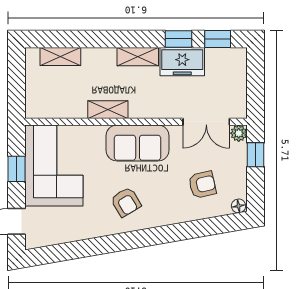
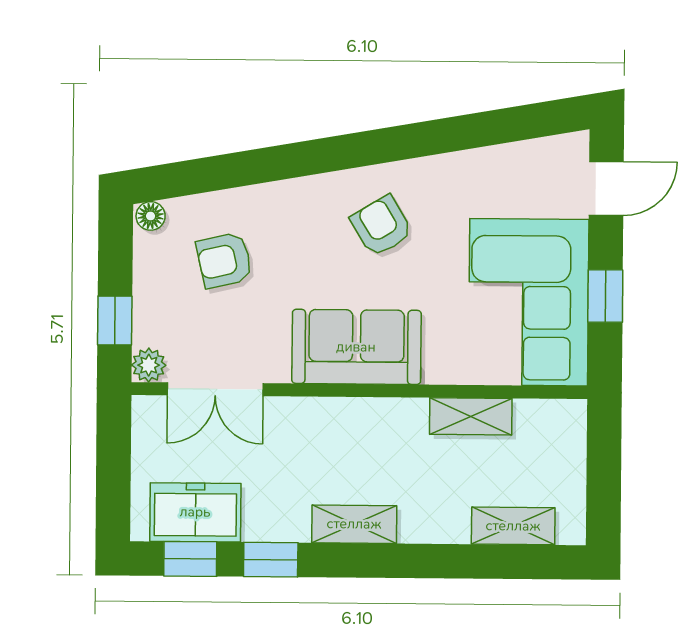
freezer: (182, 62) -> (195, 512), moved
shelving: (108, 110) -> (471, 416), moved
double door: (206, 122) -> (215, 389), swing flipped

